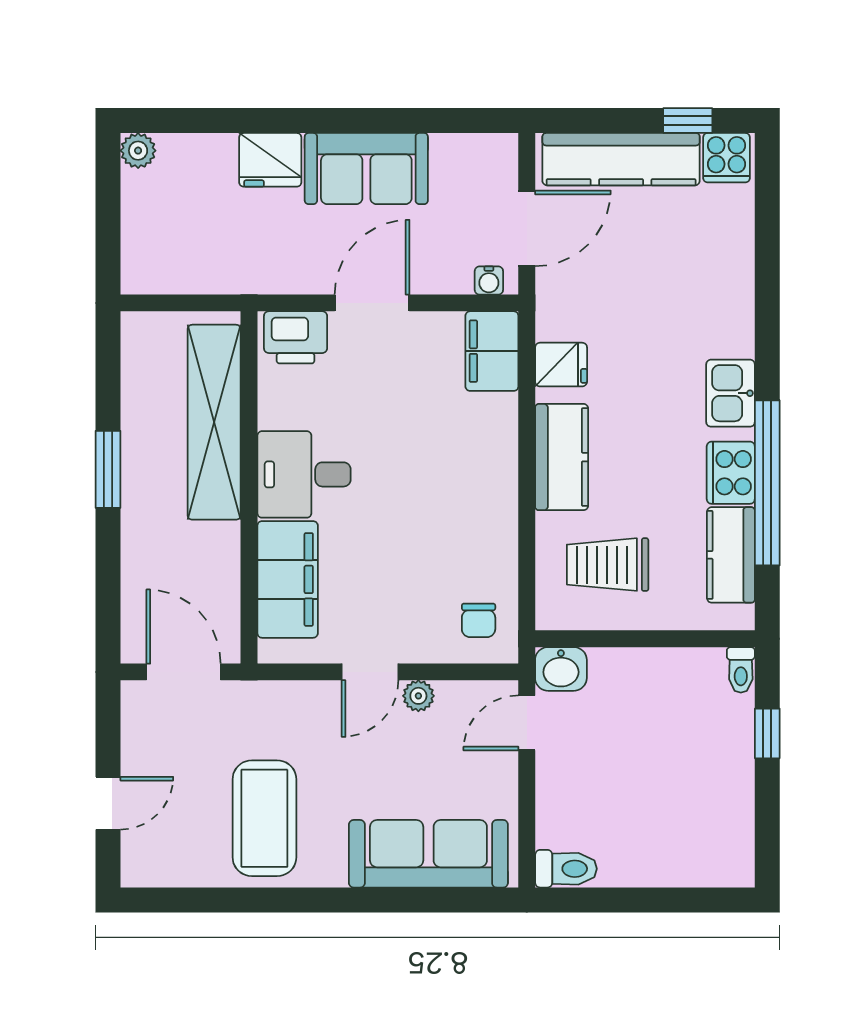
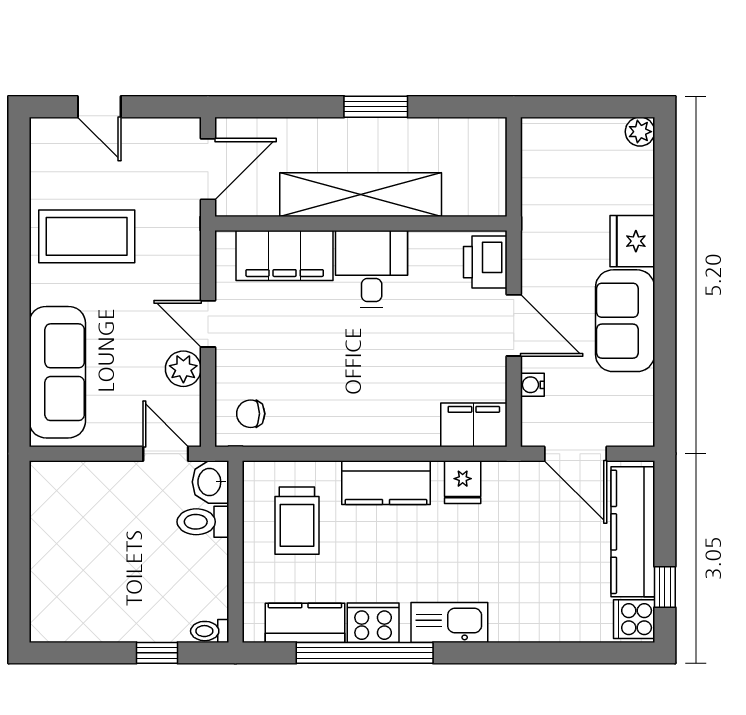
water cooler: (489, 281) -> (532, 385), moved
kitchen sink: (731, 393) -> (449, 622), width x1.38
shelving: (214, 422) -> (361, 195), moved
trolley: (608, 565) -> (297, 521), turned 180
plant: (418, 696) -> (183, 369), width x1.38, depth x1.38
toilet: (566, 869) -> (203, 522), moved, turned 90

